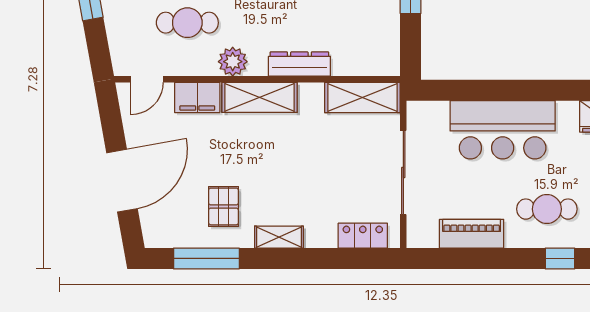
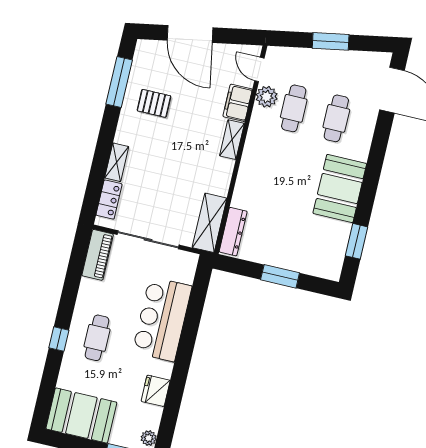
plant: (233, 62) -> (267, 97), moved
dresser: (299, 64) -> (233, 232), moved
shelving: (260, 97) -> (232, 140), width x0.67, depth x0.75
piano: (472, 234) -> (98, 255), moved
shelving: (279, 237) -> (117, 162), moved

